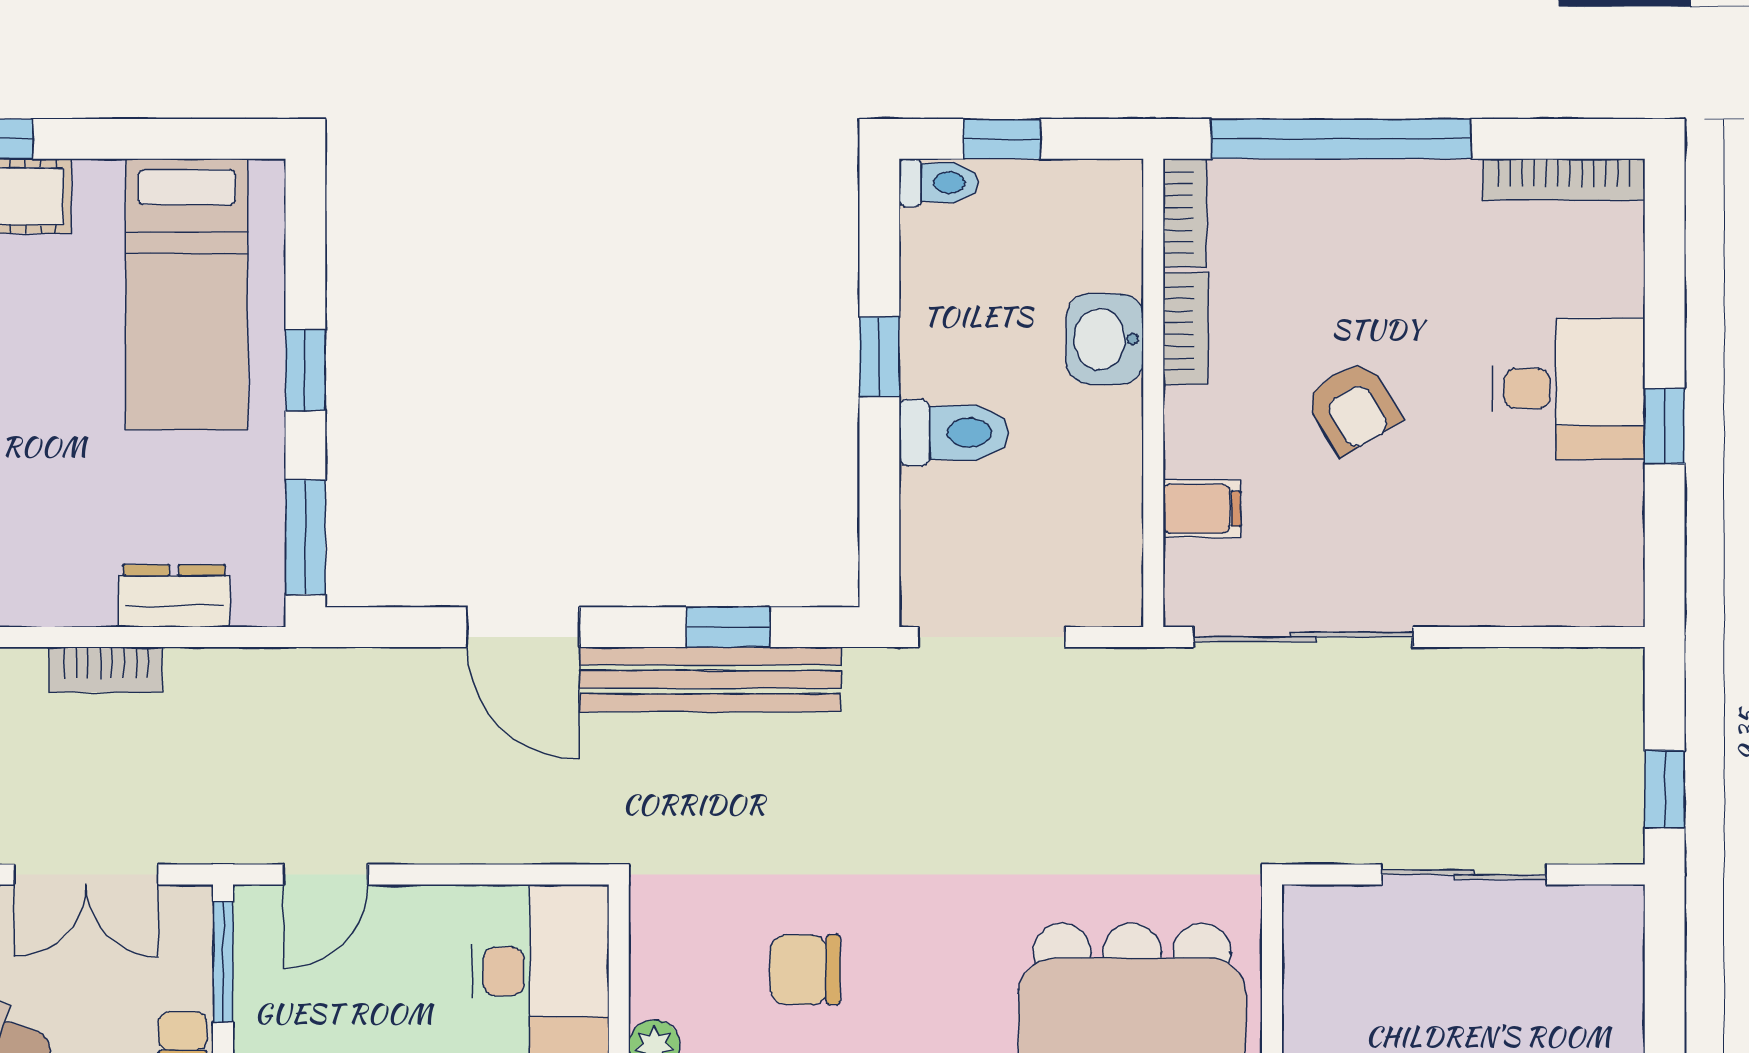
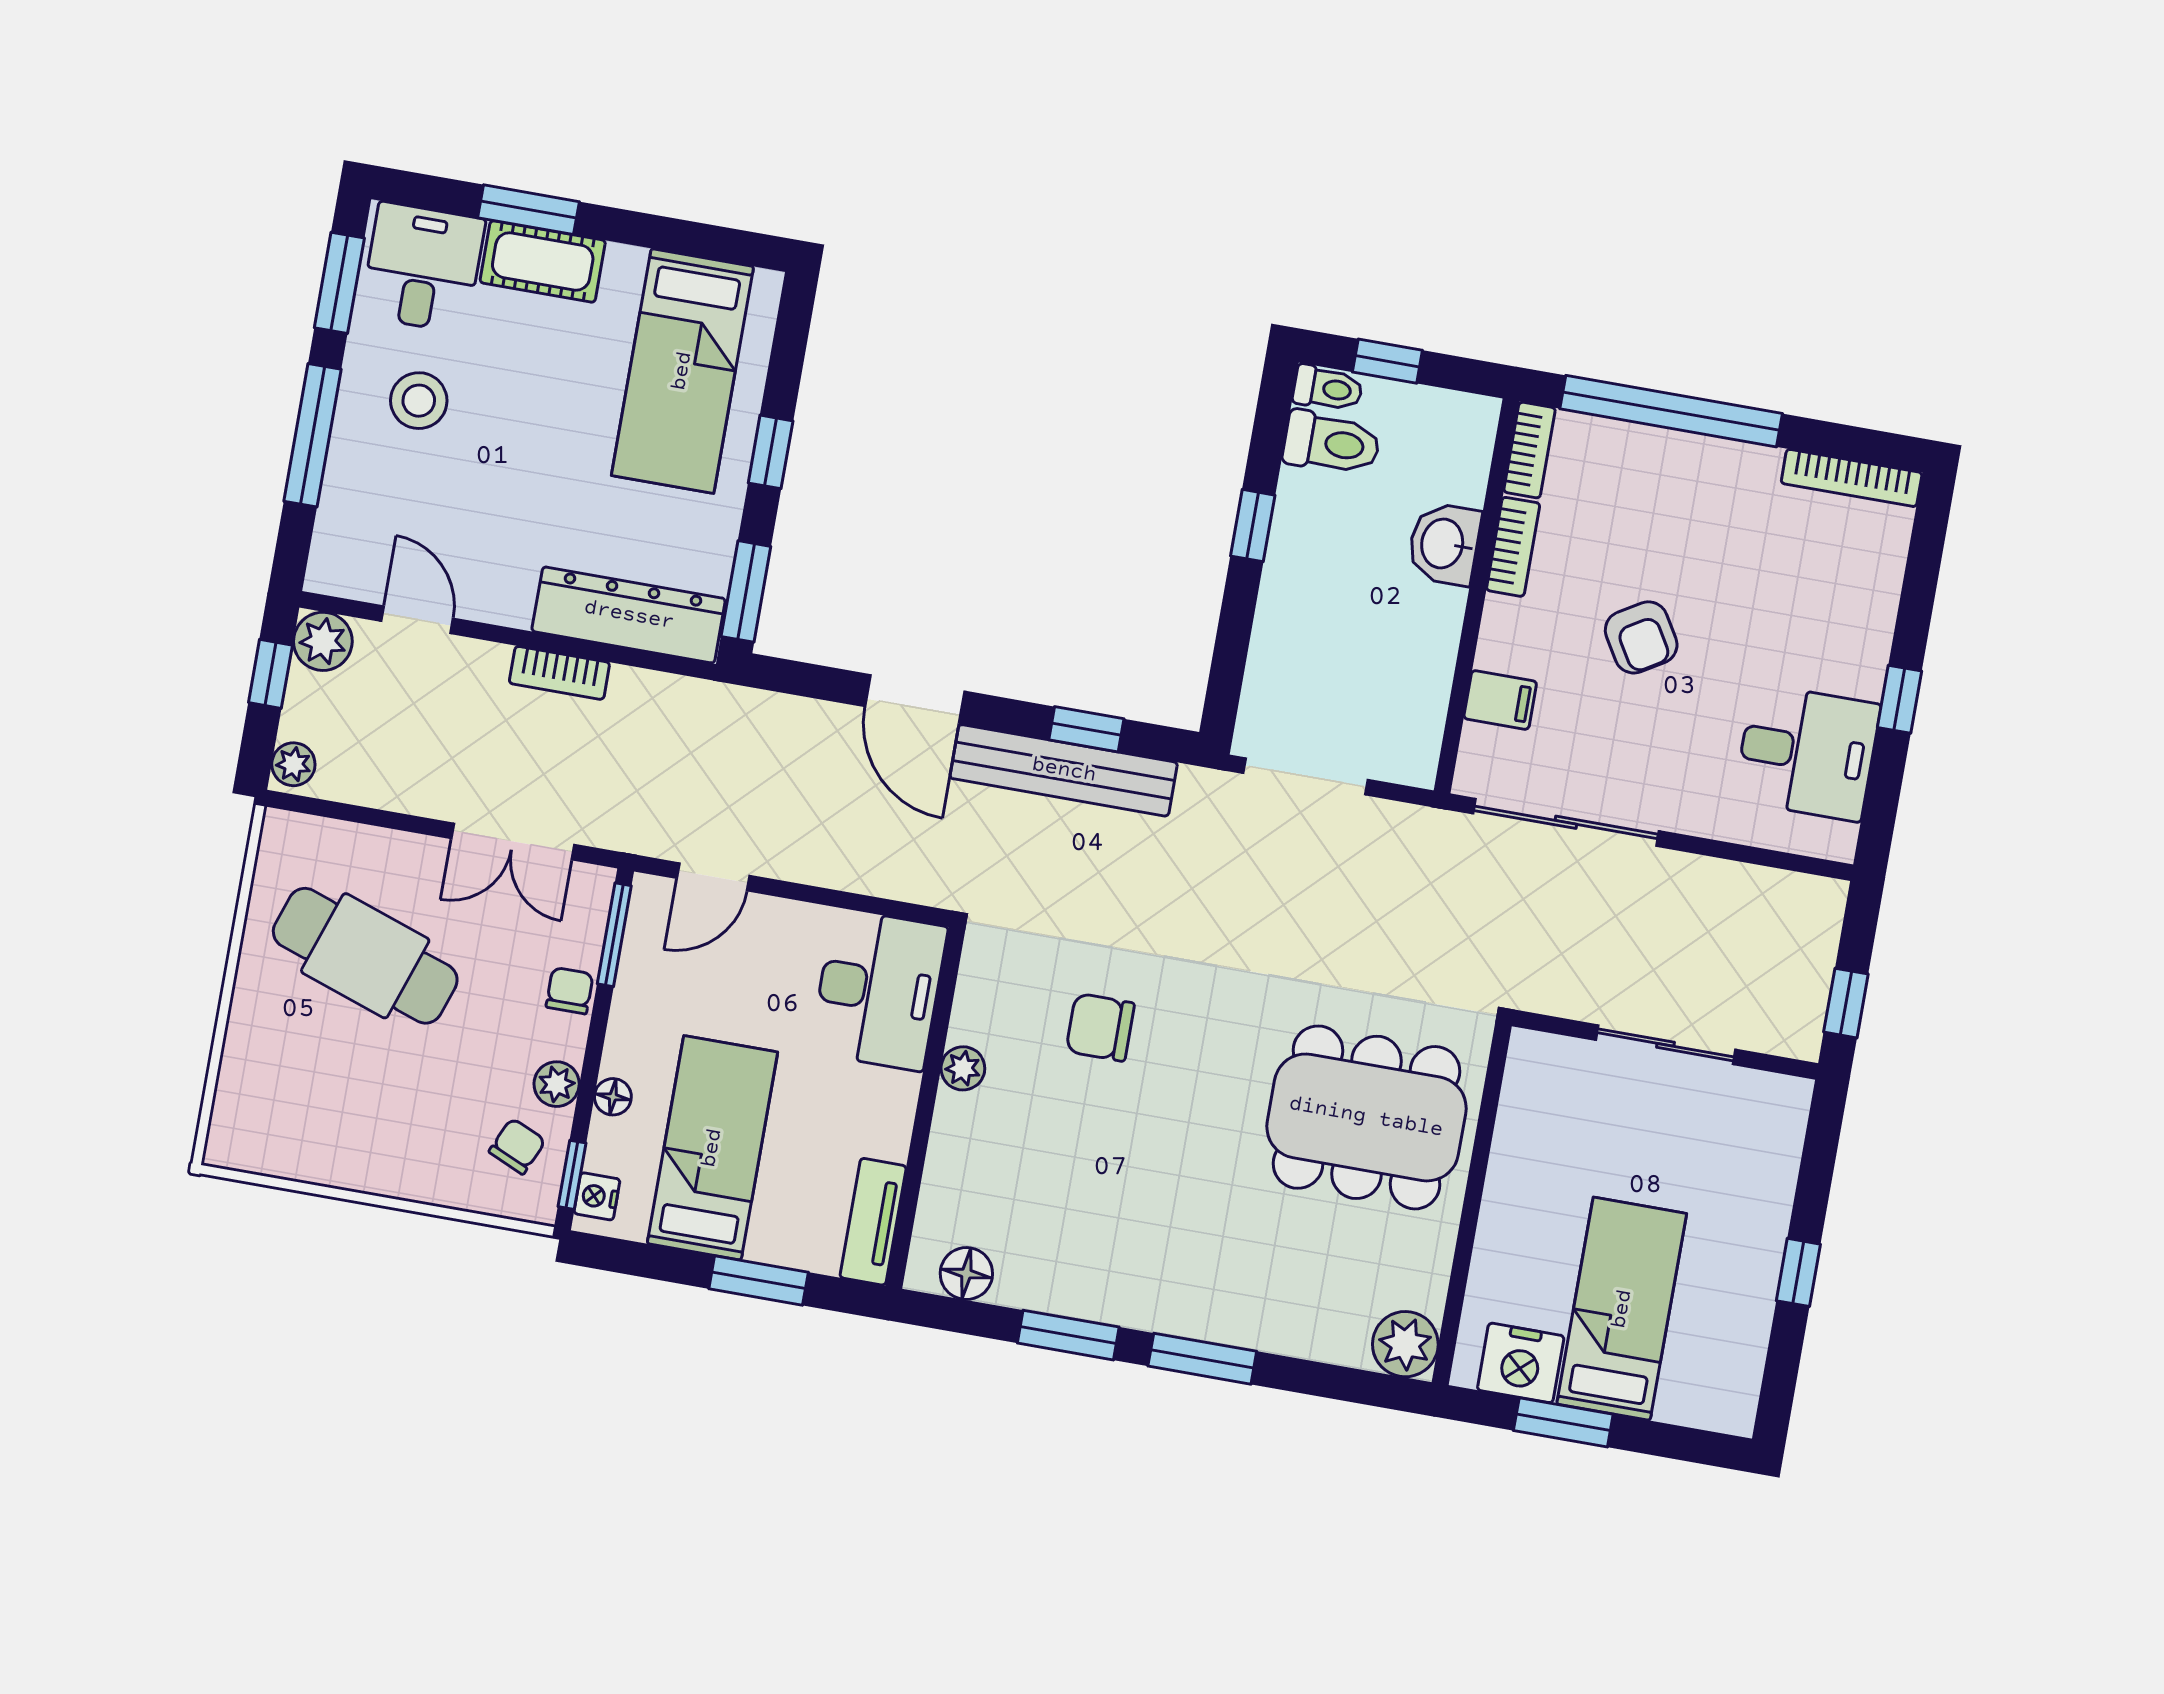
desk: (1568, 389) -> (1807, 752), moved
toilet: (954, 433) -> (1332, 443), moved
dresser: (174, 596) -> (629, 615), width x1.96, depth x1.24

